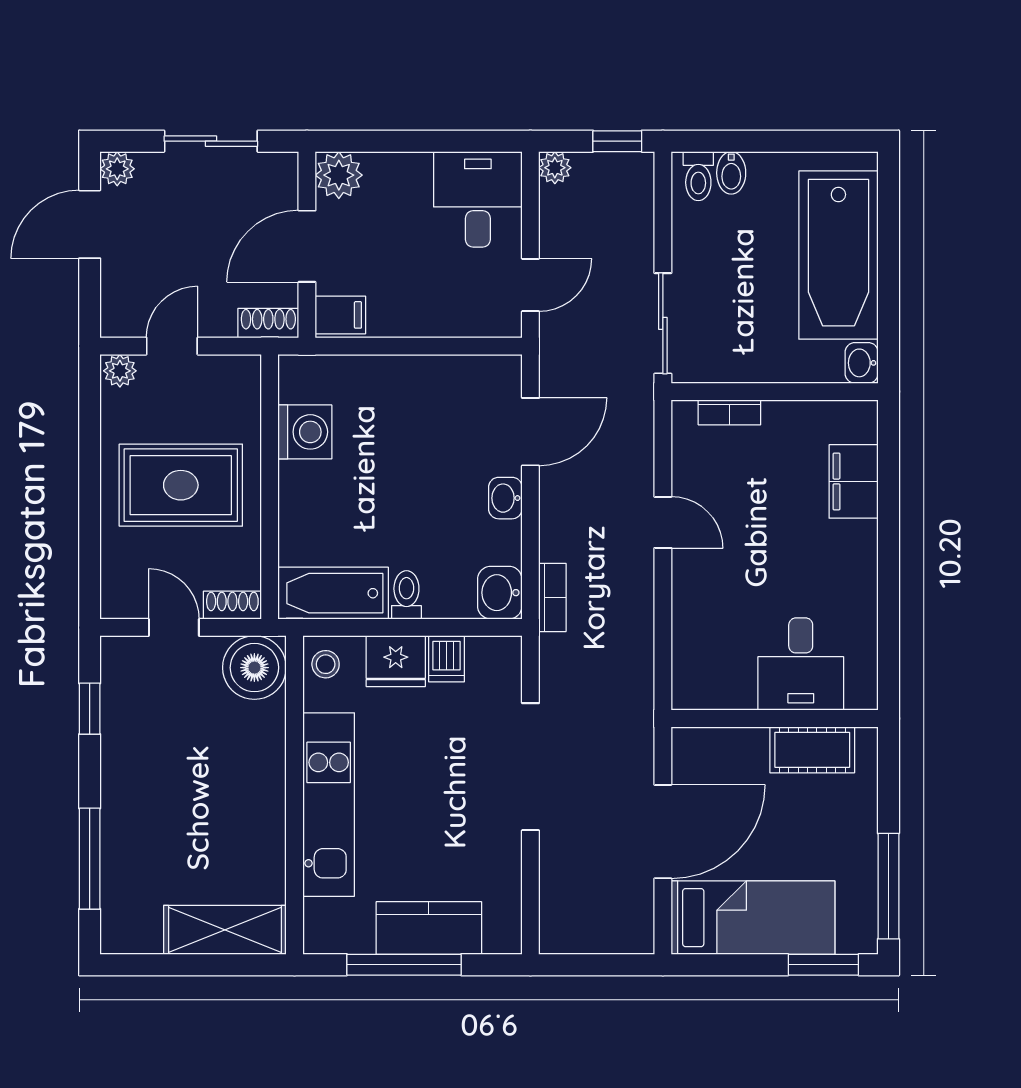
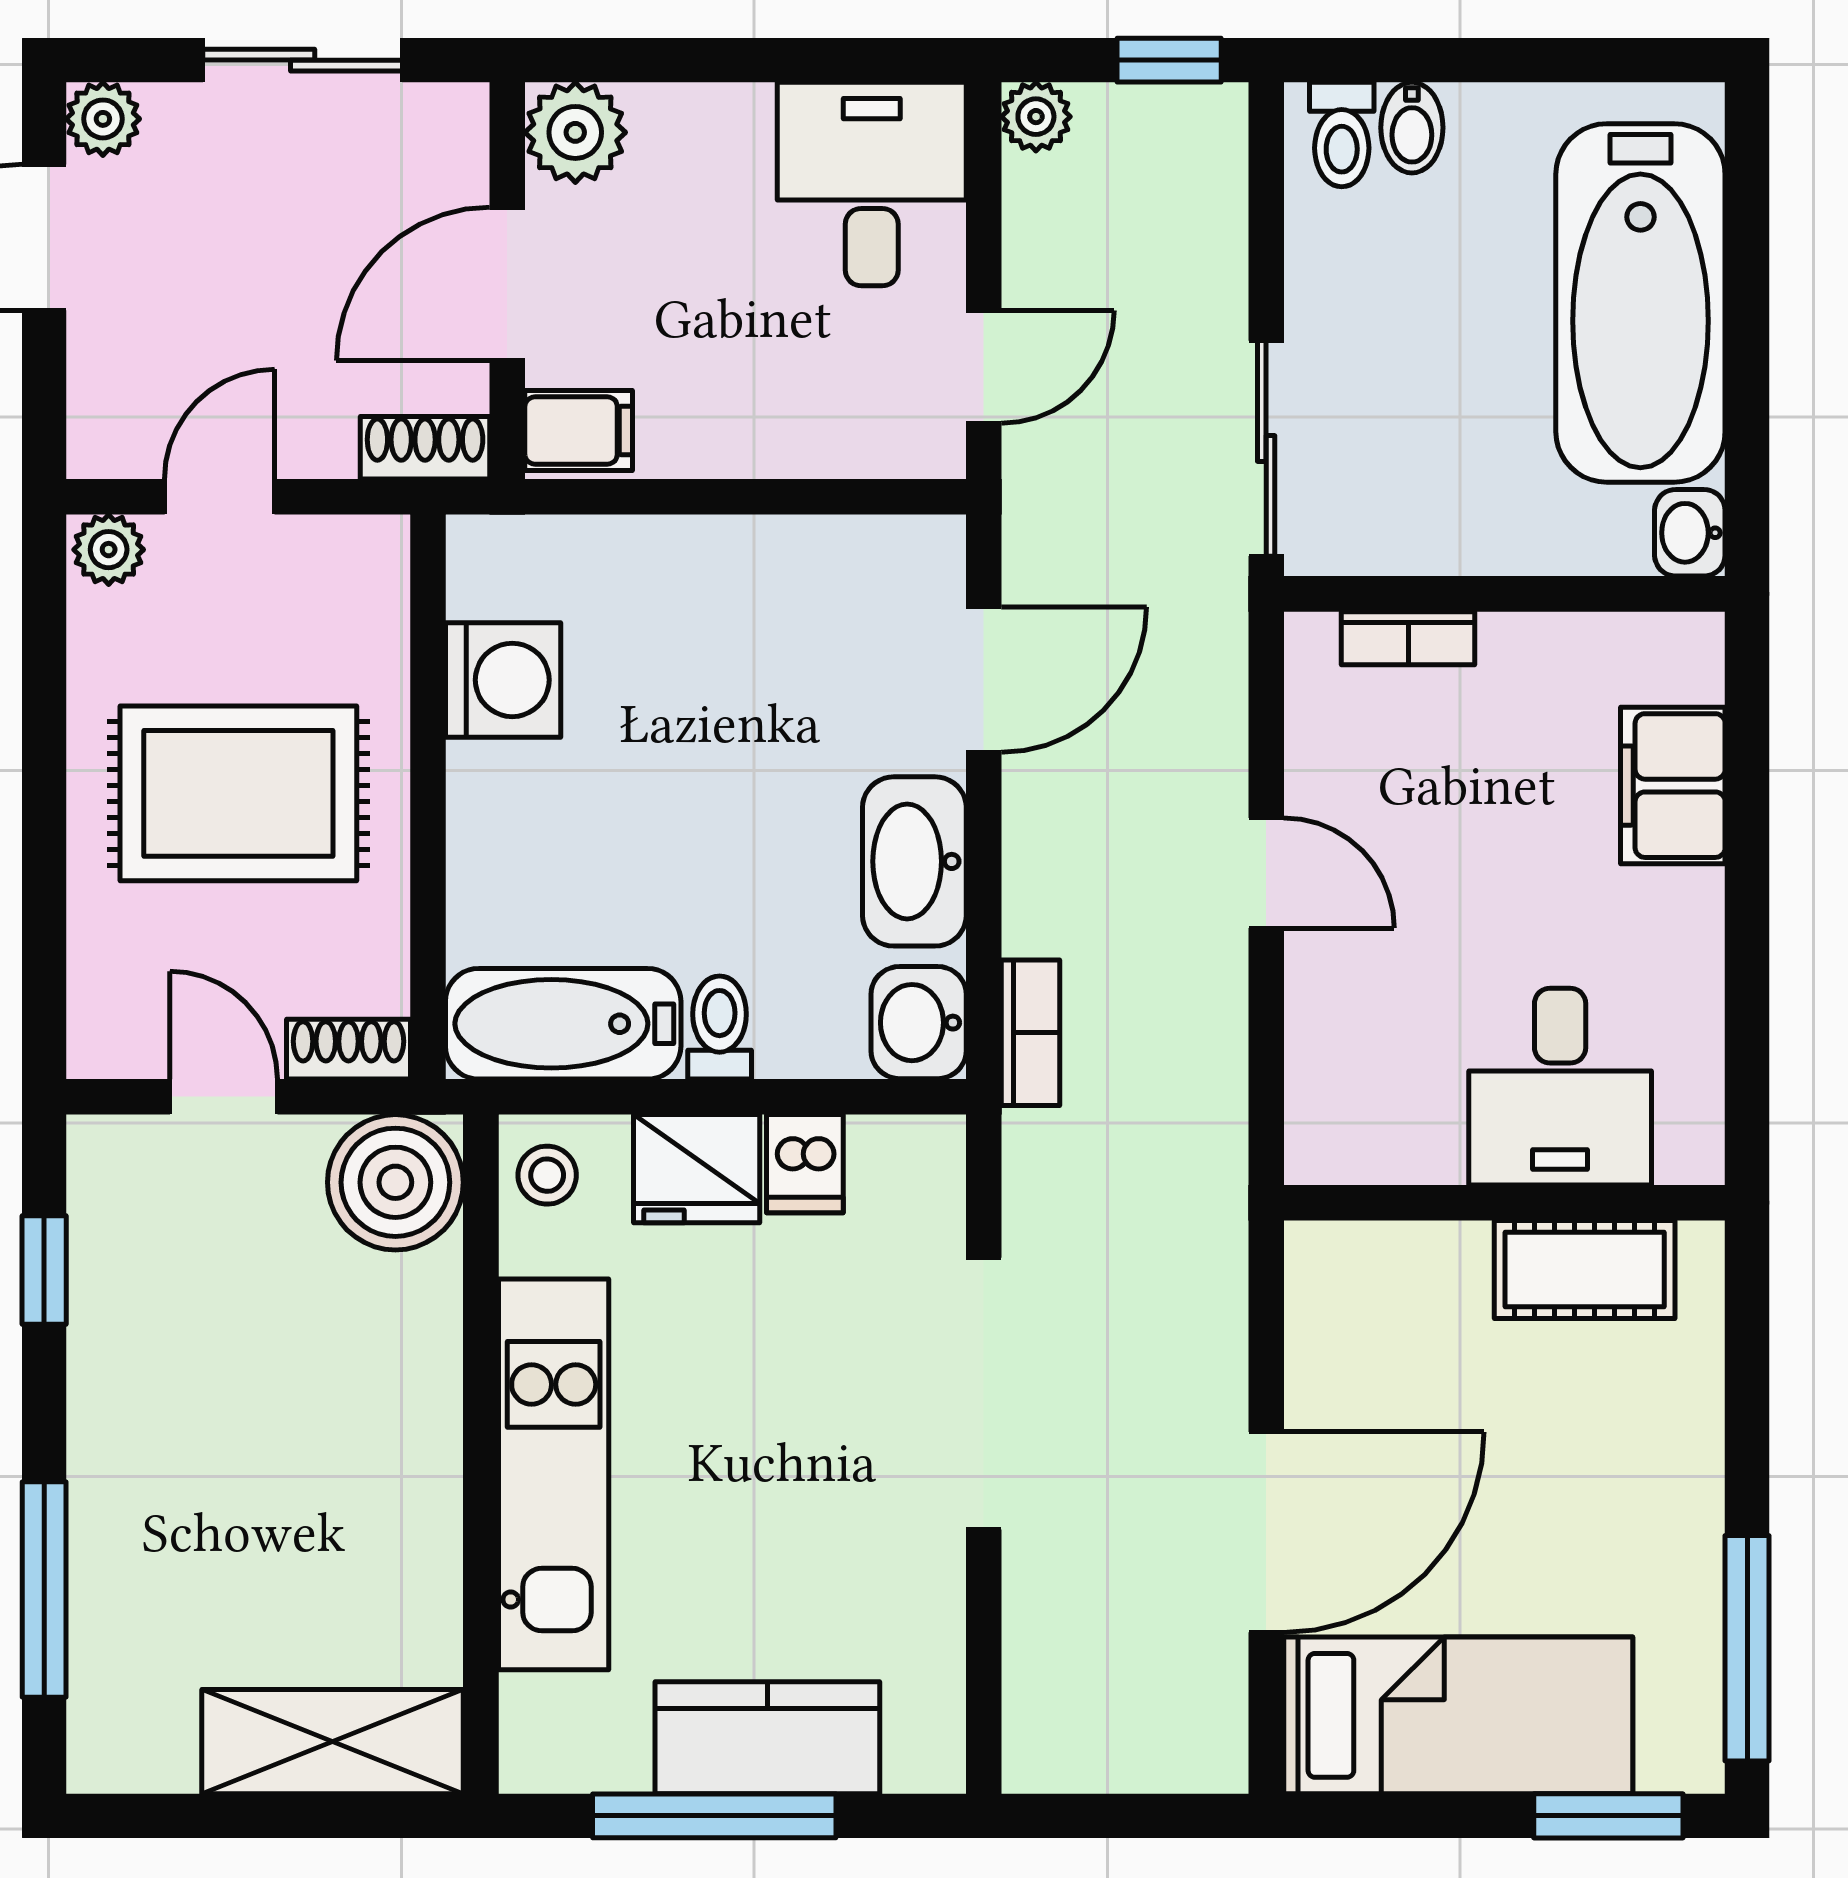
washbasin: (505, 498) -> (914, 861), width x1.91, depth x1.45
desk: (801, 664) -> (1560, 1087), moved
wall: (775, 719) -> (1504, 1203), moved
cot: (812, 750) -> (1585, 1269), moved

